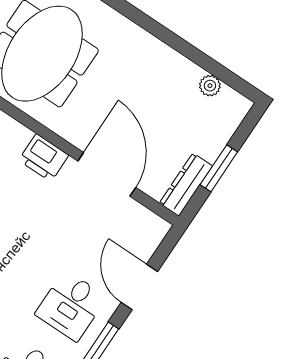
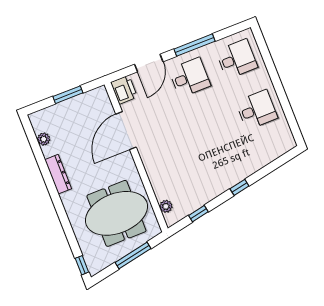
printer: (44, 158) -> (124, 90), moved
dresser: (186, 185) -> (58, 174), moved, turned -90

